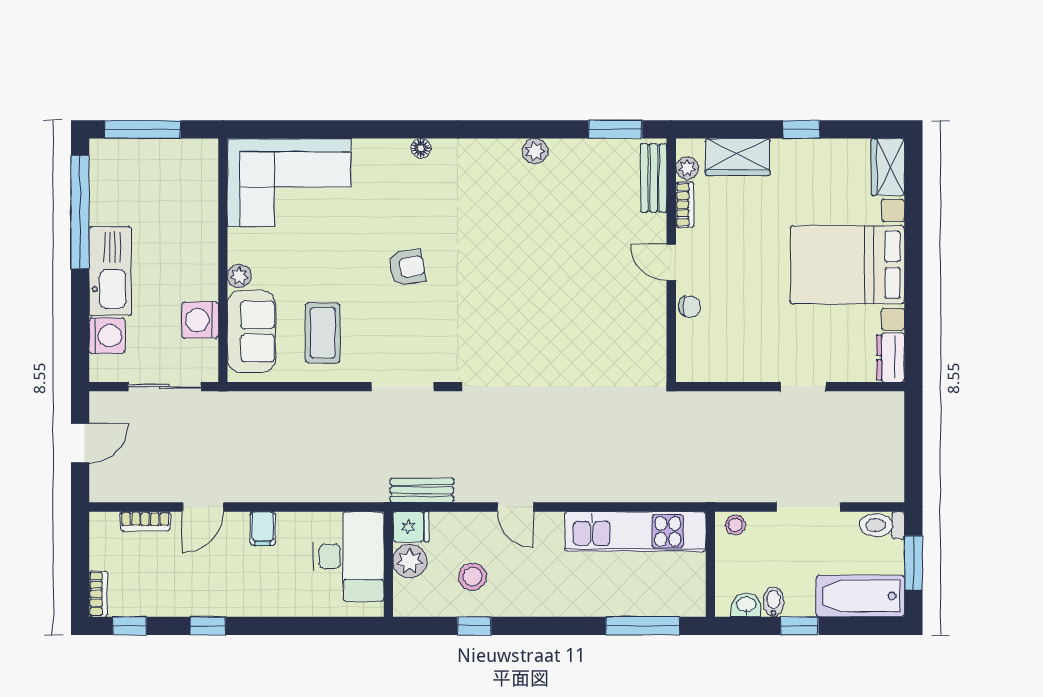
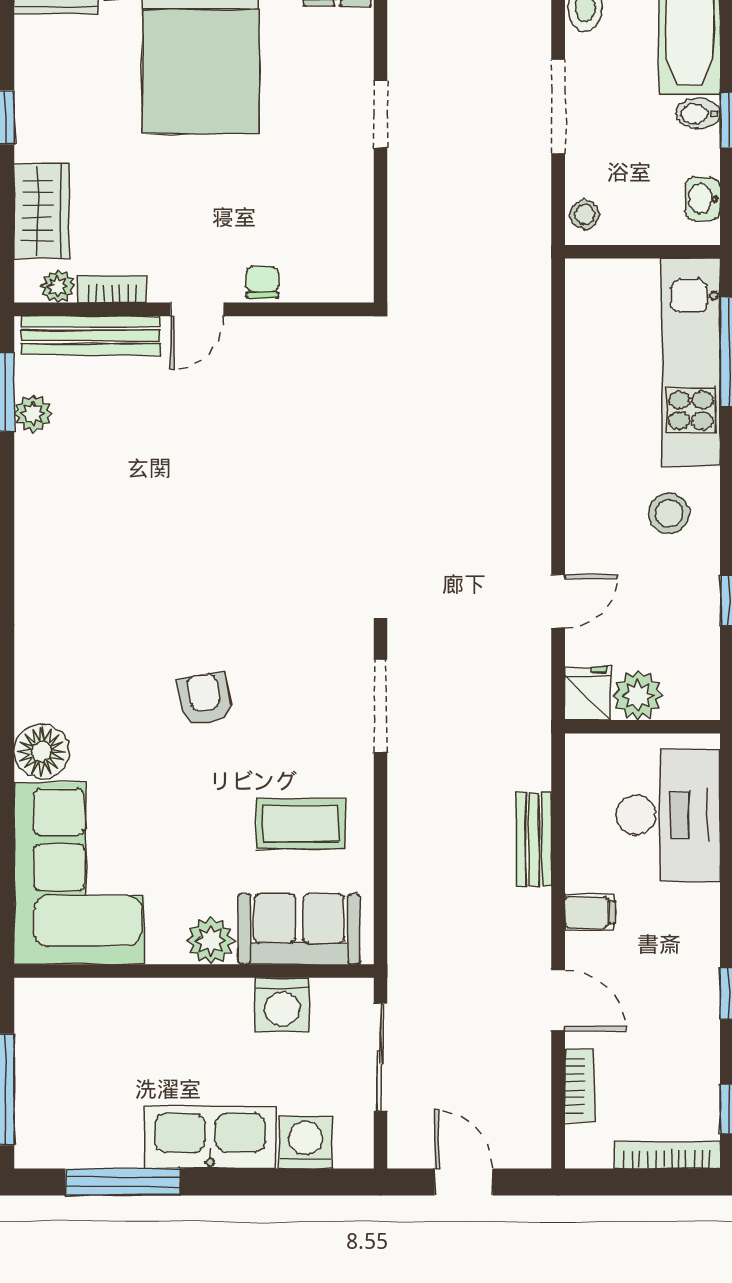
floor lamp: (421, 148) -> (42, 751), moved, width x1.89, depth x1.89
plant: (535, 151) -> (33, 414), moved
bench: (654, 178) -> (91, 335), width x1.36
window: (80, 212) -> (123, 1182), width x0.68
plant: (239, 276) -> (211, 941), width x1.38, depth x1.38
bench: (422, 490) -> (534, 839), moved
door: (515, 507) -> (558, 601), moved
kitchen unit: (635, 531) -> (691, 362), moved, turned 180
desk: (349, 556) -> (668, 815), moved, turned 90
stool: (472, 577) -> (669, 513), moved
bookcase: (98, 594) -> (667, 1155), width x1.56
bidet: (774, 602) -> (698, 114), moved

